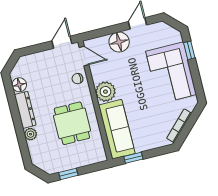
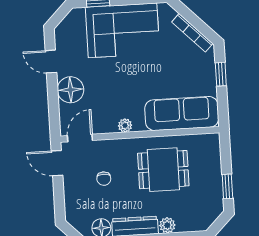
chair: (77, 79) -> (104, 179), moved
plant: (105, 92) -> (125, 125), width x0.53, depth x0.53
window: (133, 158) -> (221, 74), moved

